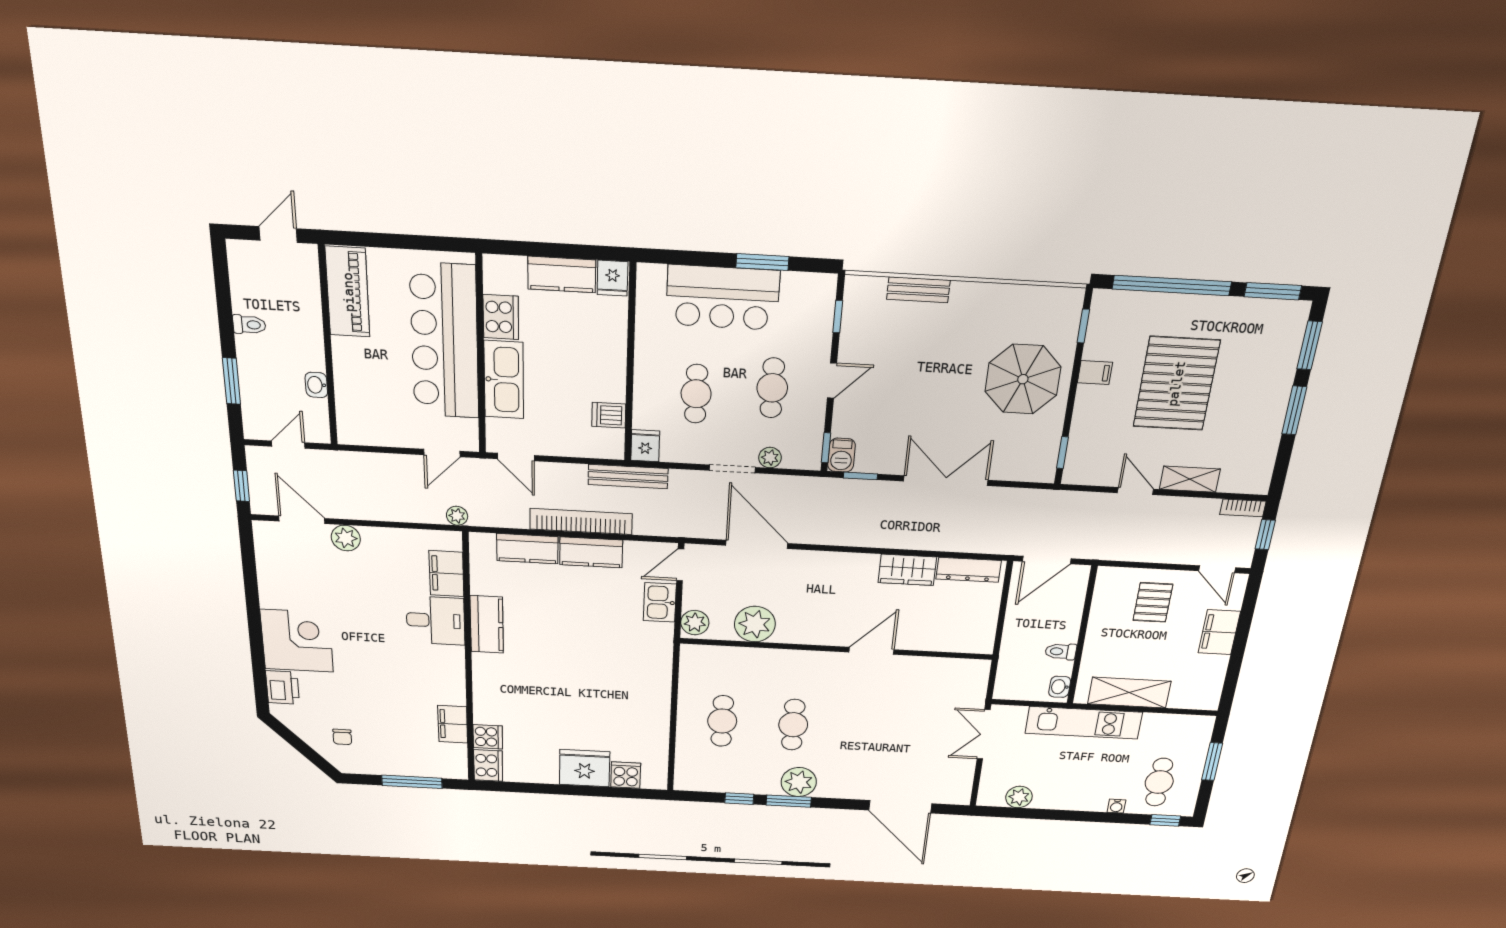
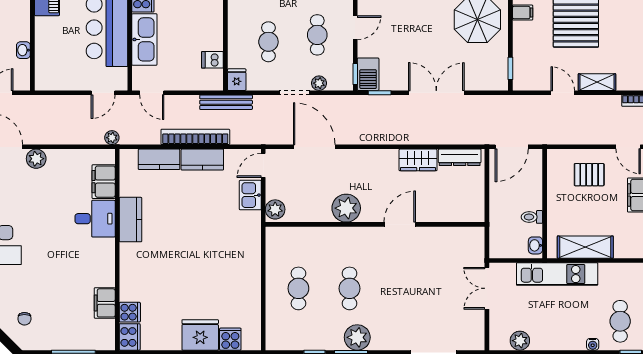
barbecue: (841, 455) -> (368, 74), width x1.38, depth x1.27
pallet: (1153, 602) -> (589, 175), turned 90
plant: (755, 624) -> (346, 208), moved

